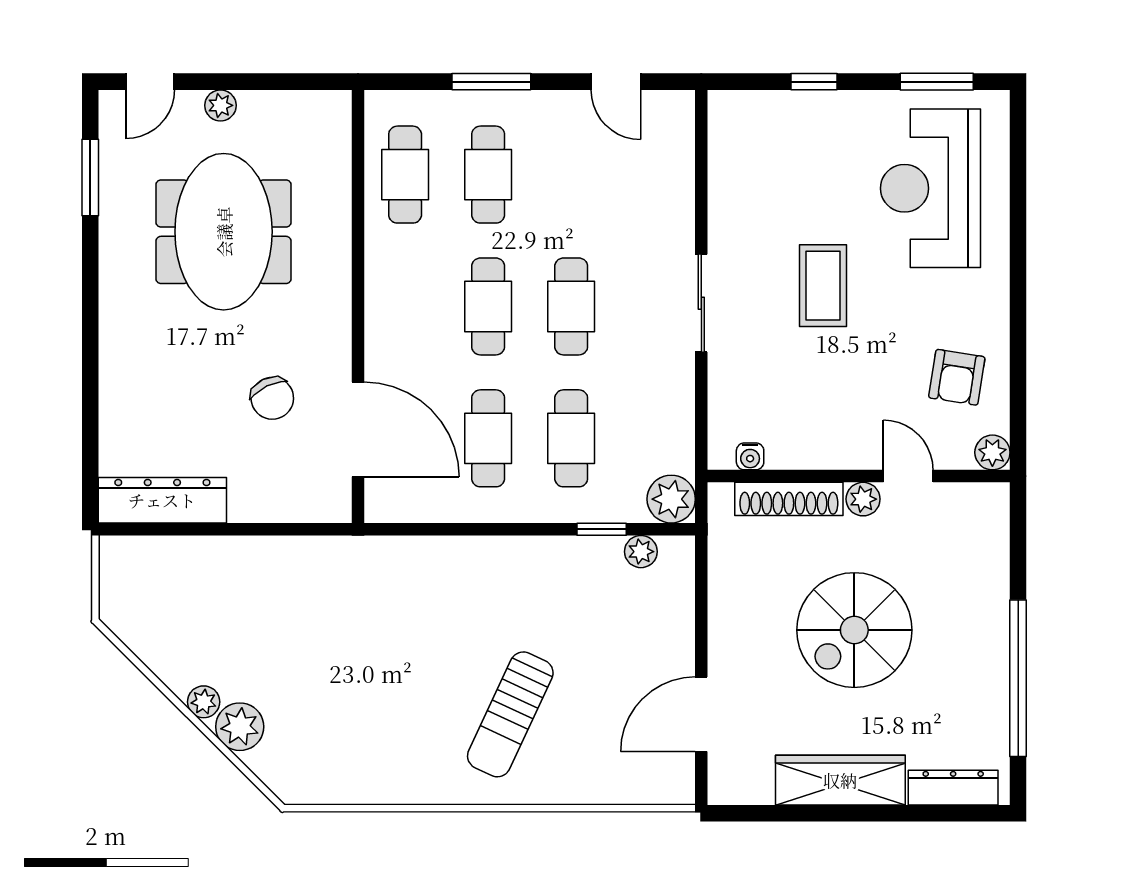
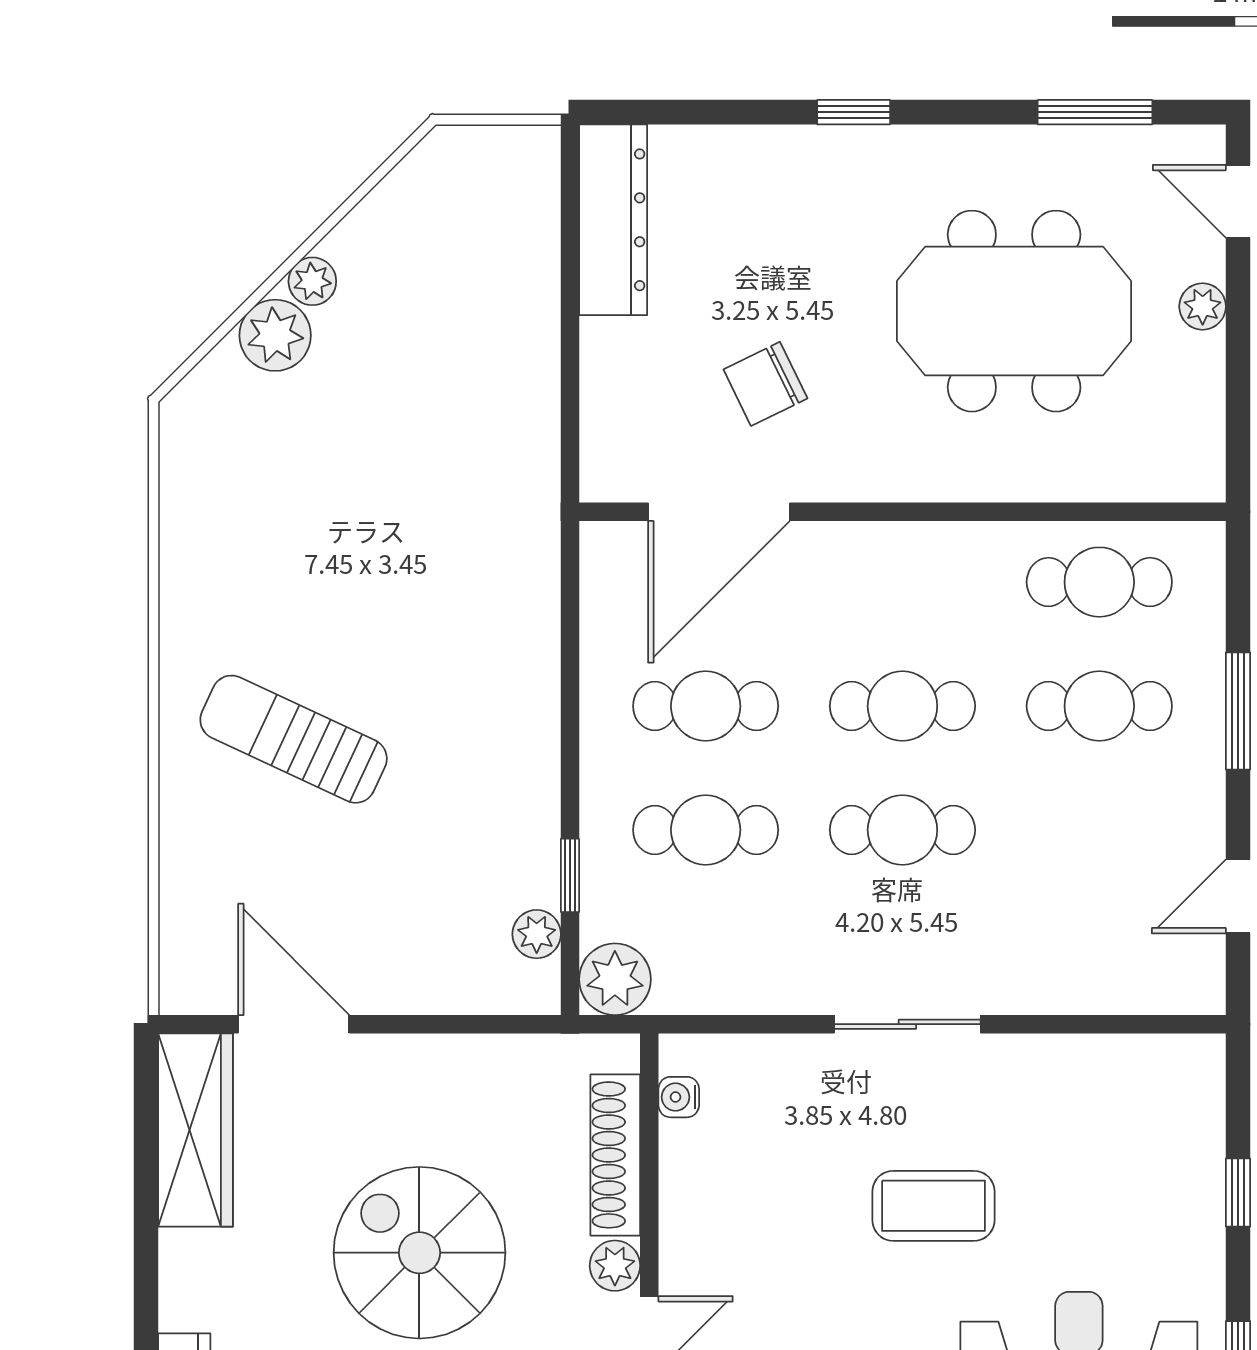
window: (90, 339) -> (854, 112), added
wardrobe: (840, 780) -> (196, 1130), moved

